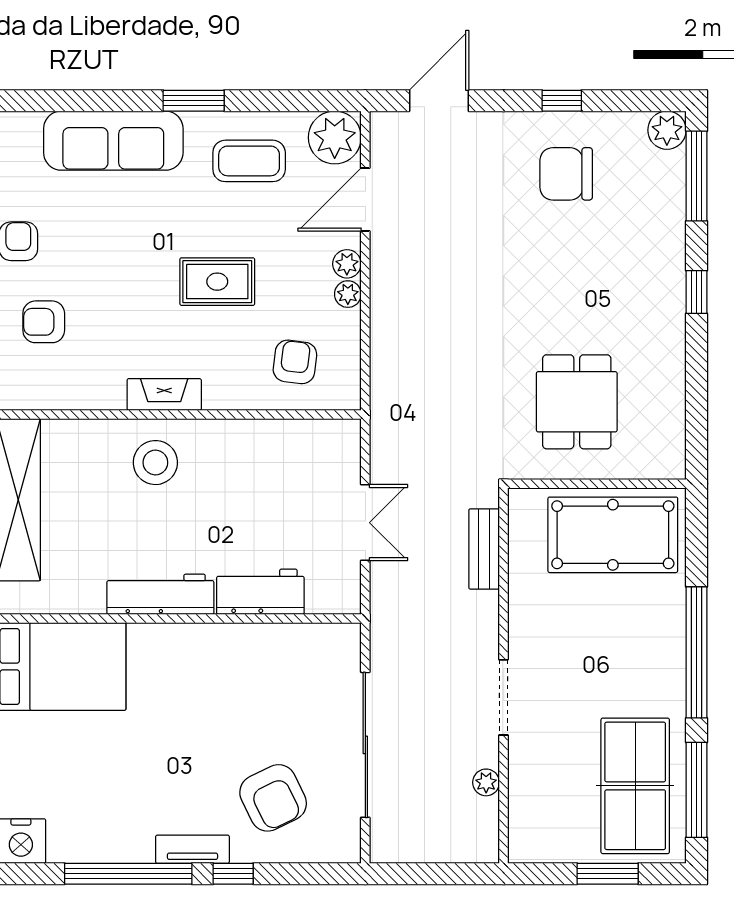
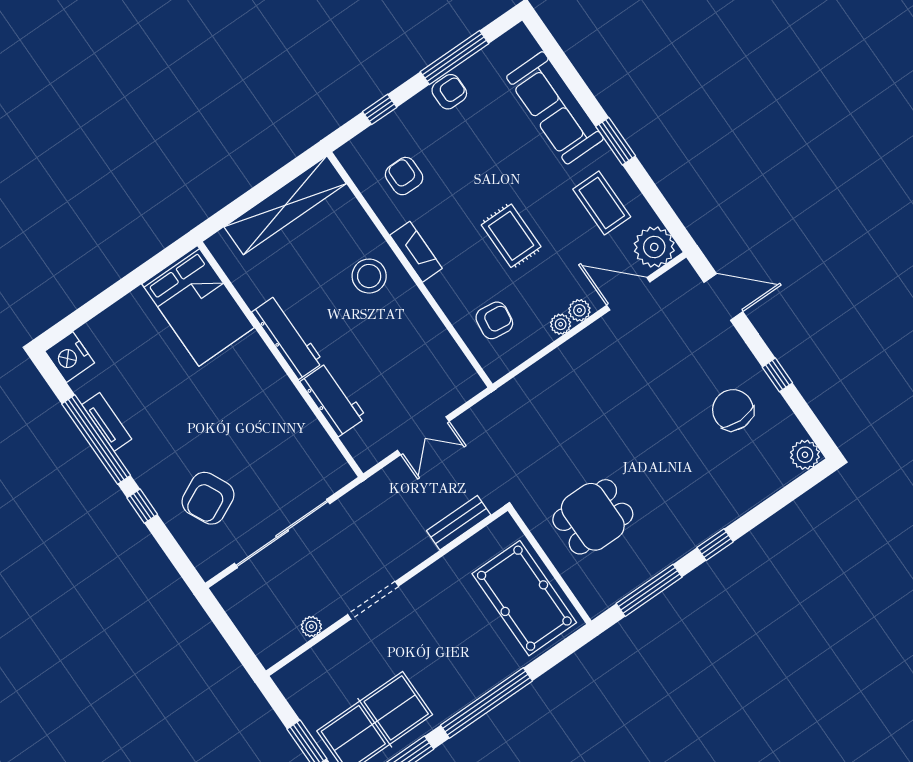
window: (696, 176) -> (649, 590), moved
armchair: (44, 322) -> (404, 176), moved
tv unit: (192, 849) -> (107, 422), moved

